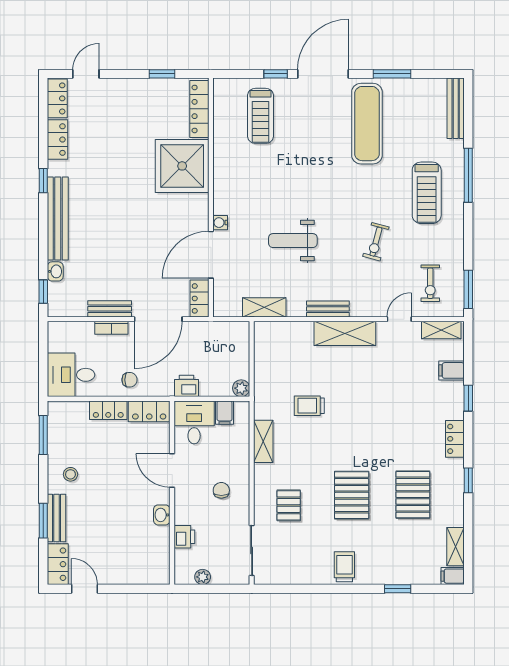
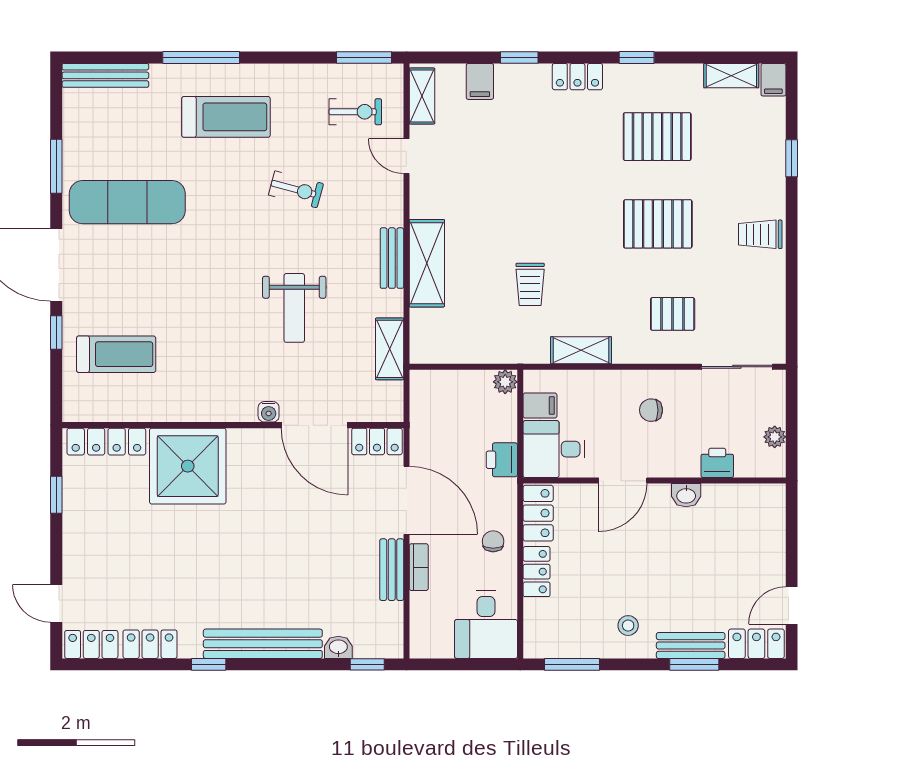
shelving: (345, 333) -> (427, 263), moved

